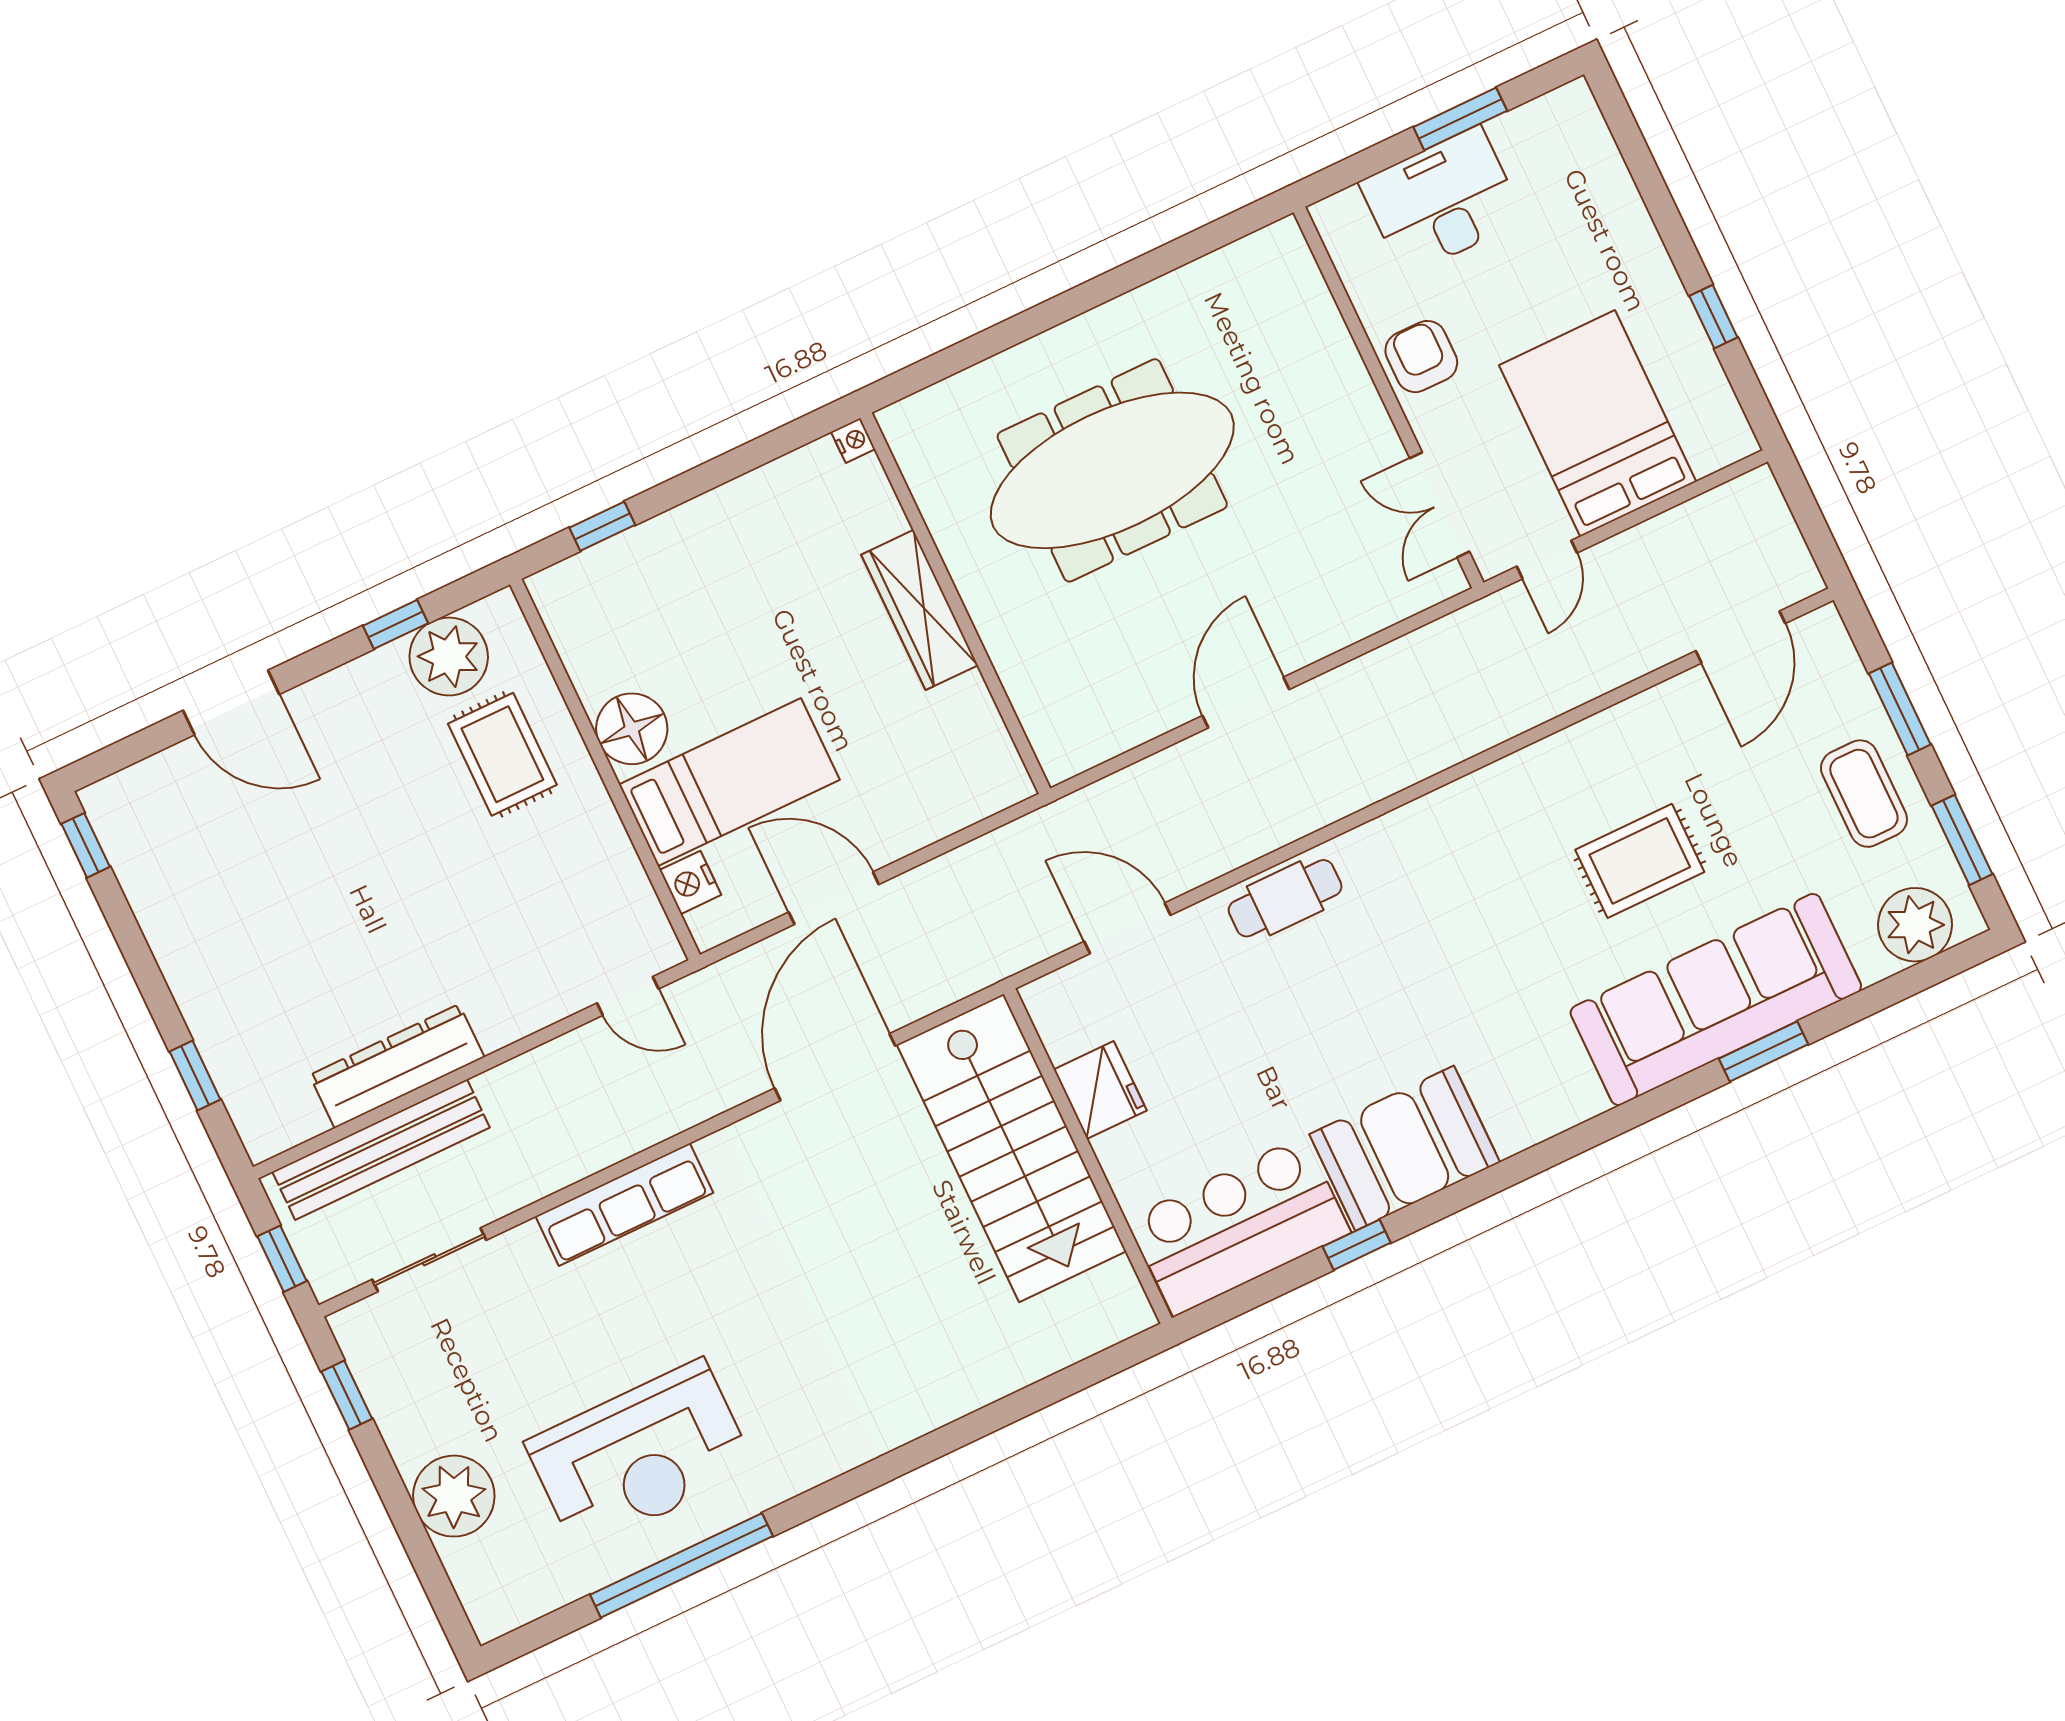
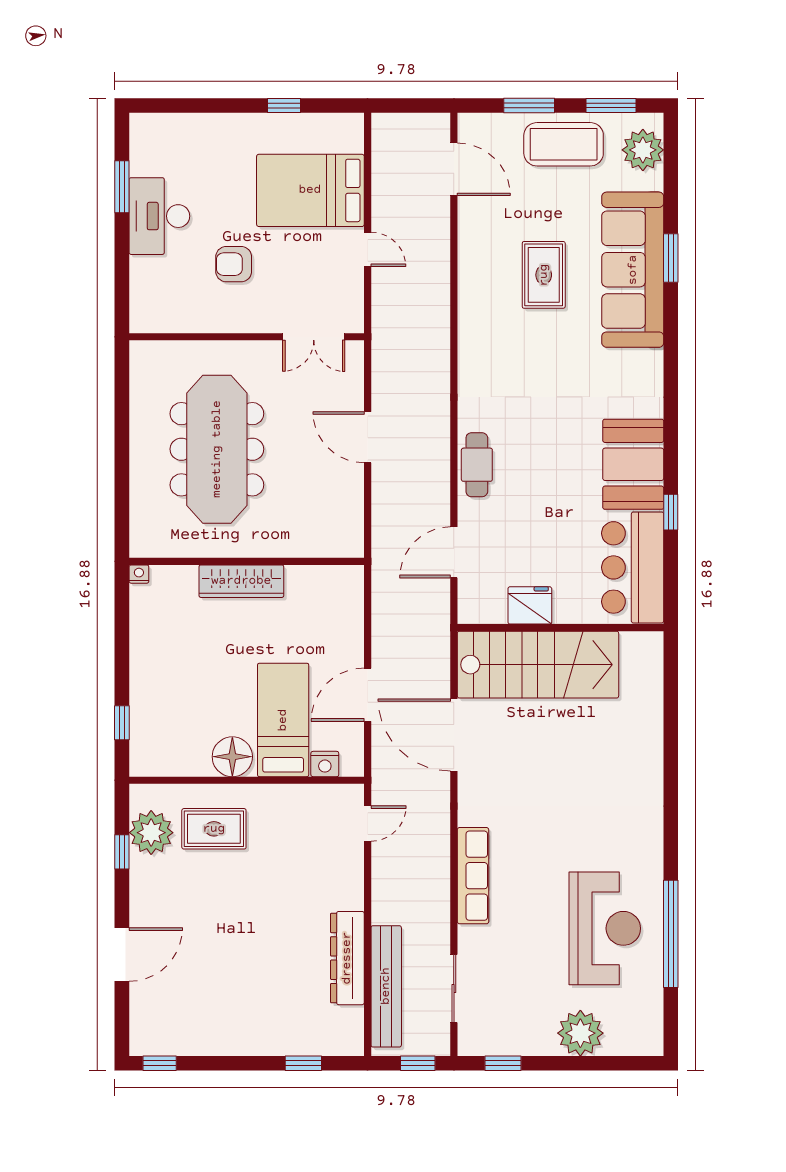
wall: (1389, 397) -> (247, 337), moved
double door: (1440, 505) -> (314, 337), moved
coffee table: (1864, 794) -> (564, 144), width x1.36, depth x1.32

